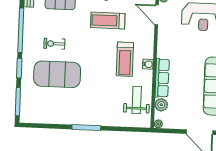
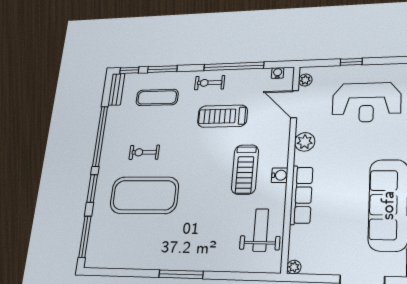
plant: (161, 105) -> (305, 142), moved

